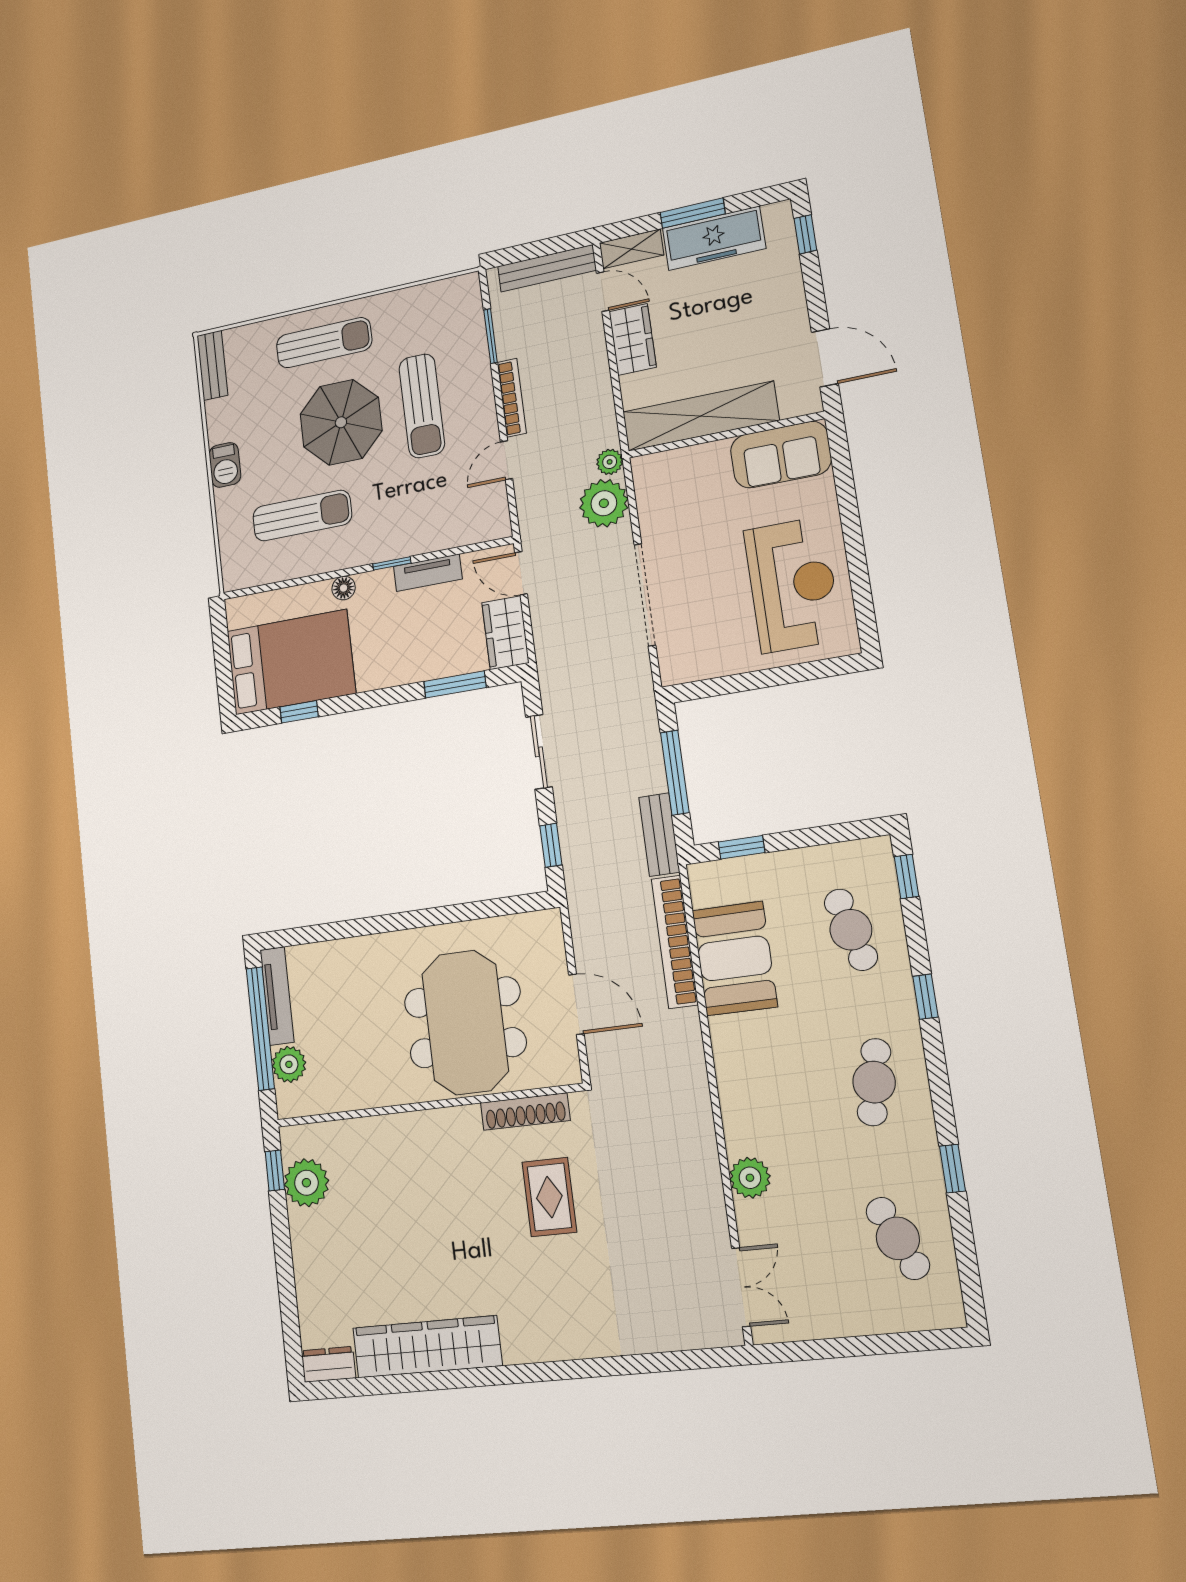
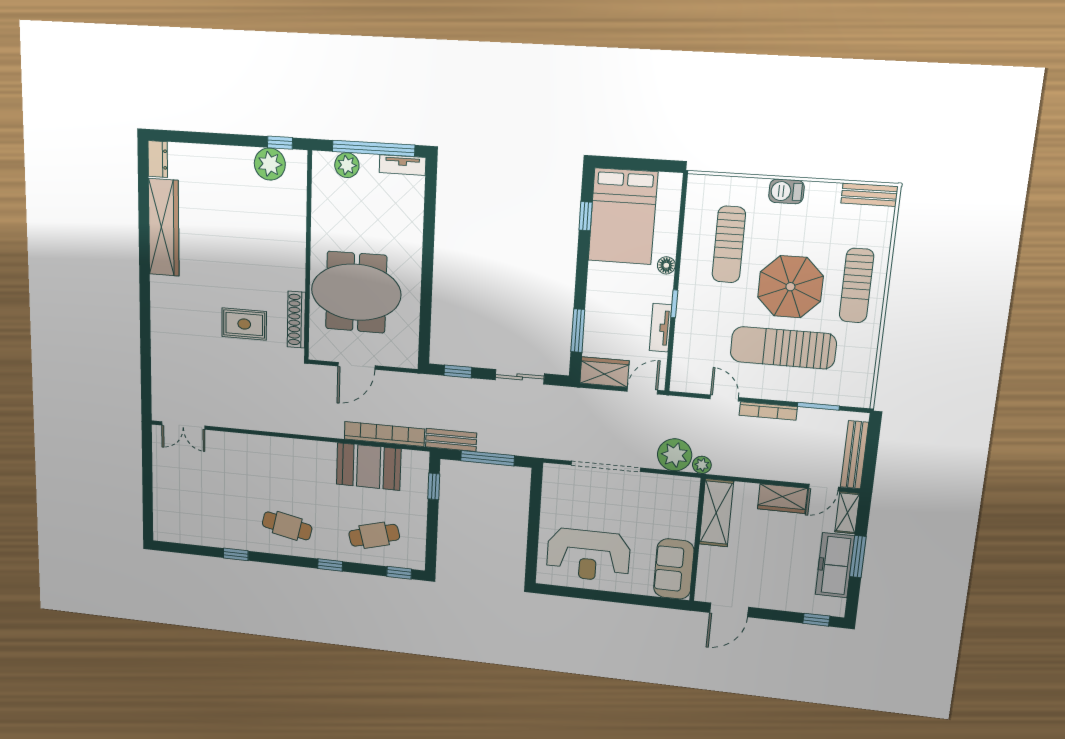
sun lounger: (422, 406) -> (783, 348), width x1.36, depth x1.34
shelving: (700, 416) -> (716, 513), width x0.68
tv unit: (277, 996) -> (402, 165), width x0.71
plant: (750, 1178) -> (243, 445), removed
cafe table: (898, 1238) -> (202, 517), removed

